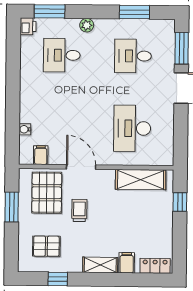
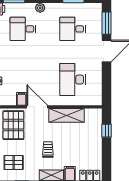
filing cabinet: (41, 155) -> (22, 99), moved
shelving: (141, 180) -> (67, 115), moved
trolley: (79, 210) -> (48, 149), moved

